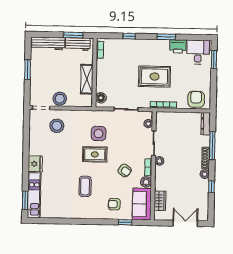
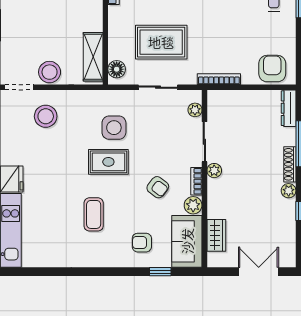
rug: (155, 77) -> (161, 42), moved
shelving: (87, 79) -> (93, 57), moved

